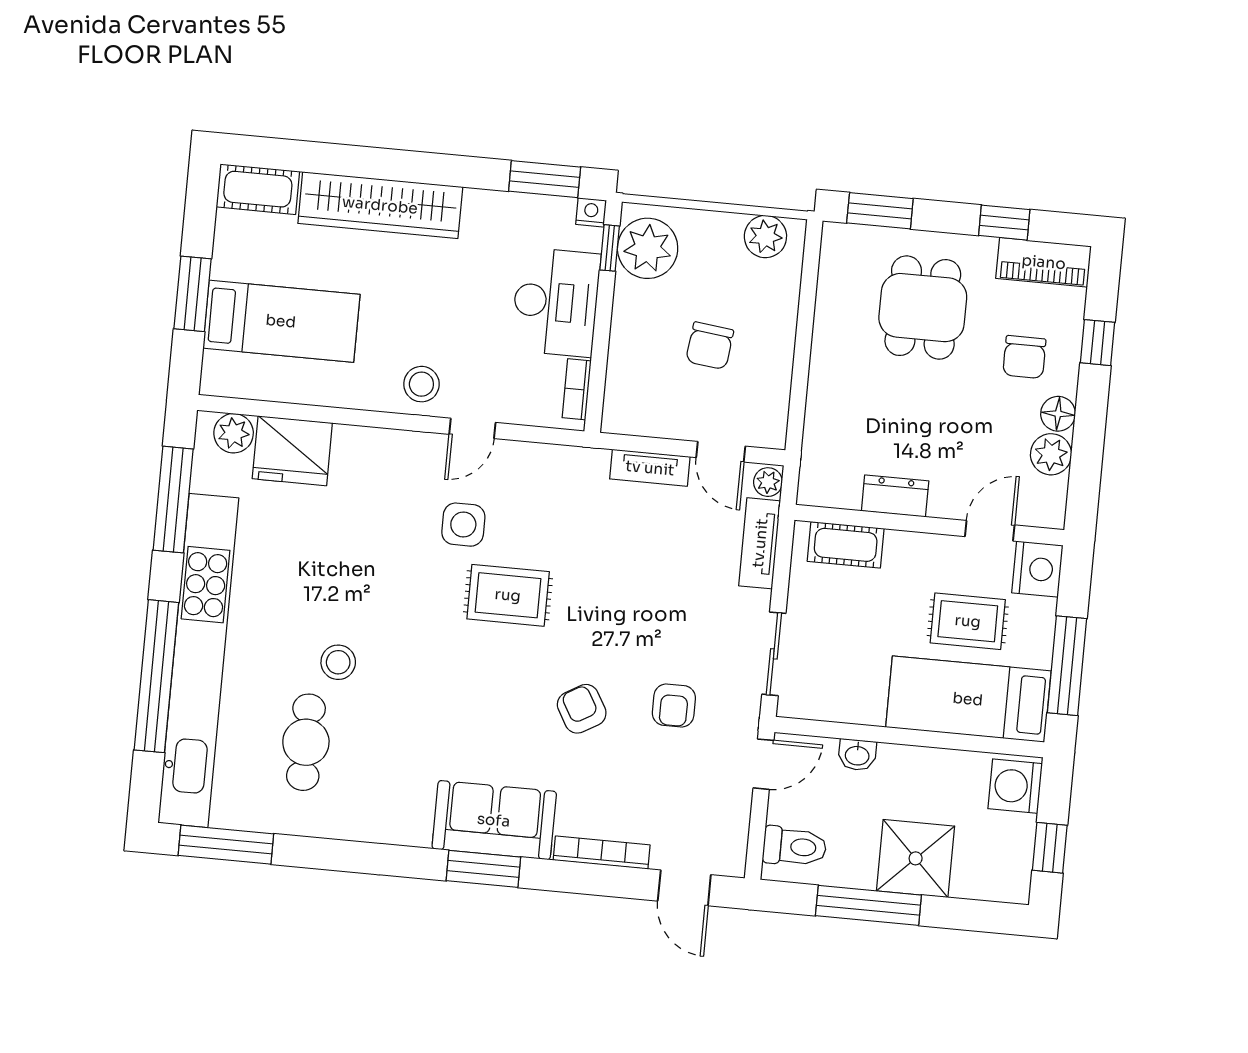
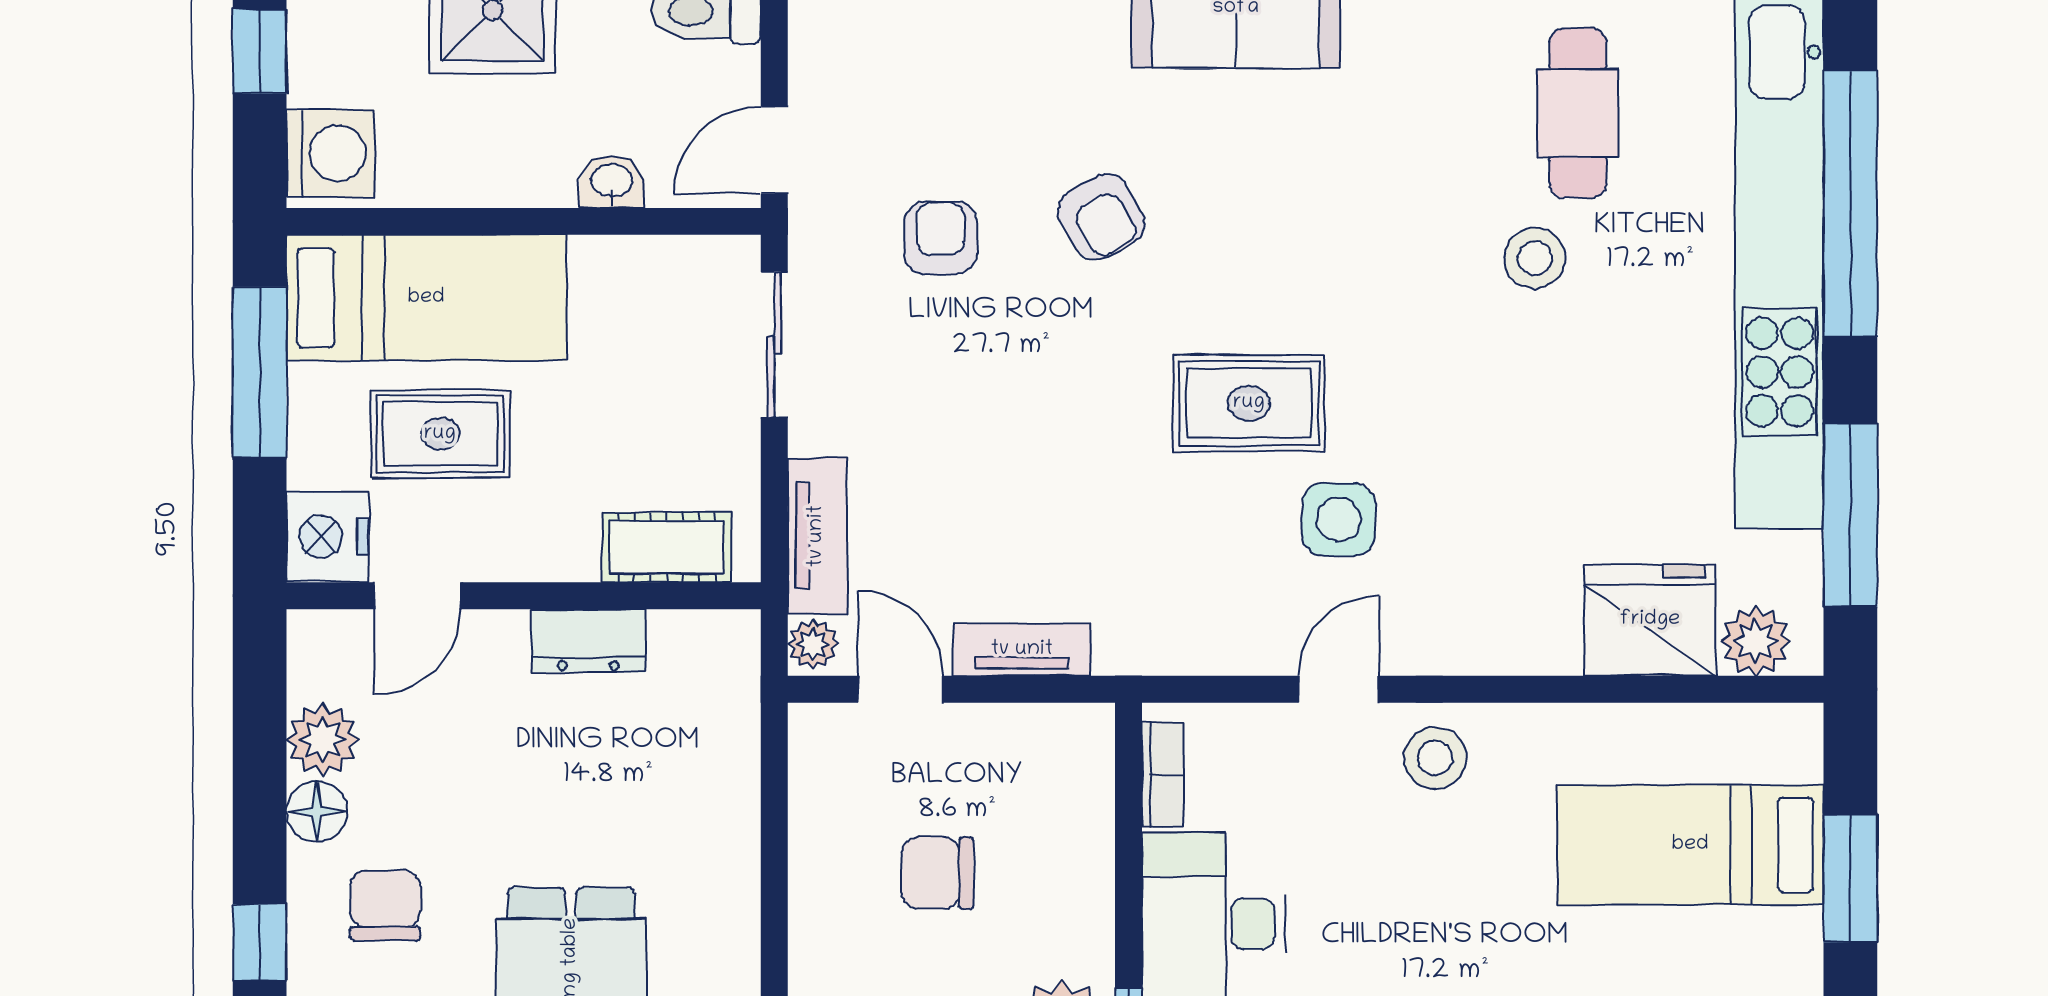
chair: (710, 346) -> (937, 873), turned -97

